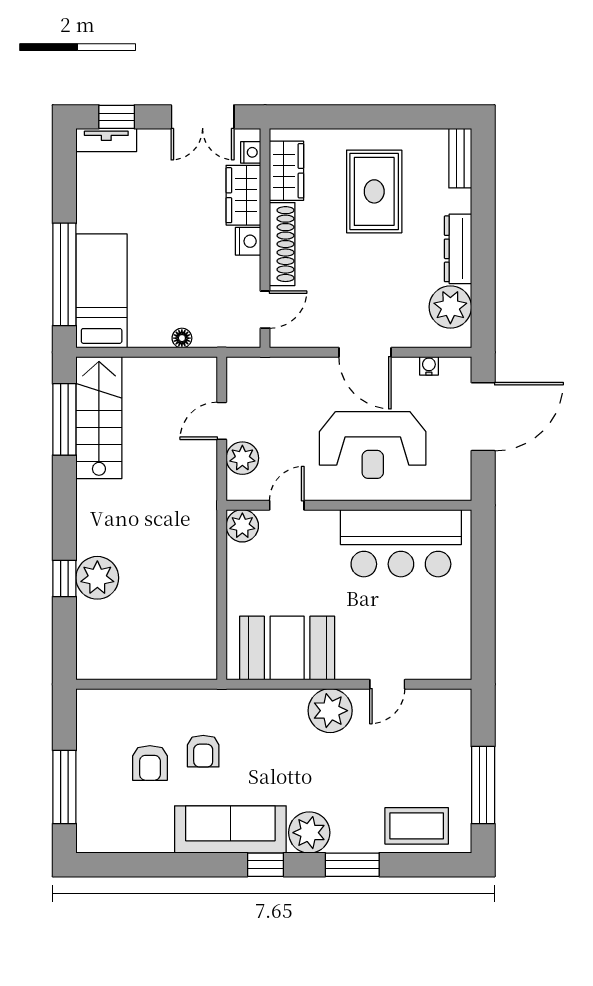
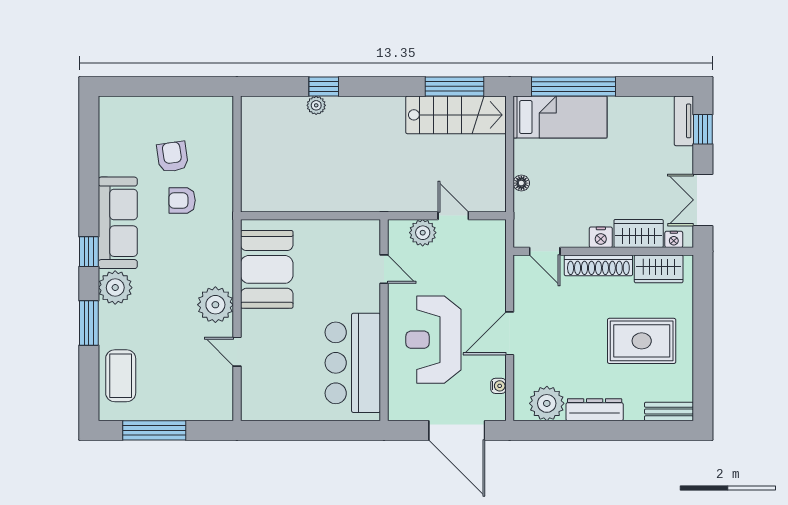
plant: (242, 526) -> (367, 233), removed
plant: (97, 578) -> (316, 105), width x0.53, depth x0.53
armchair: (150, 763) -> (172, 157), turned 82
window: (64, 787) -> (153, 86), removed

